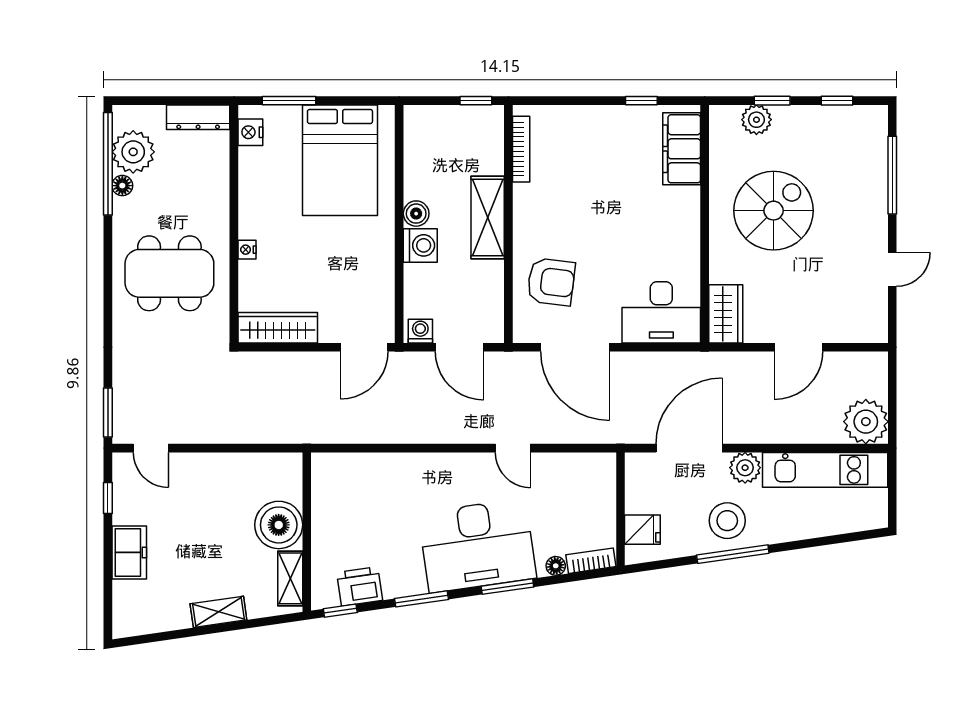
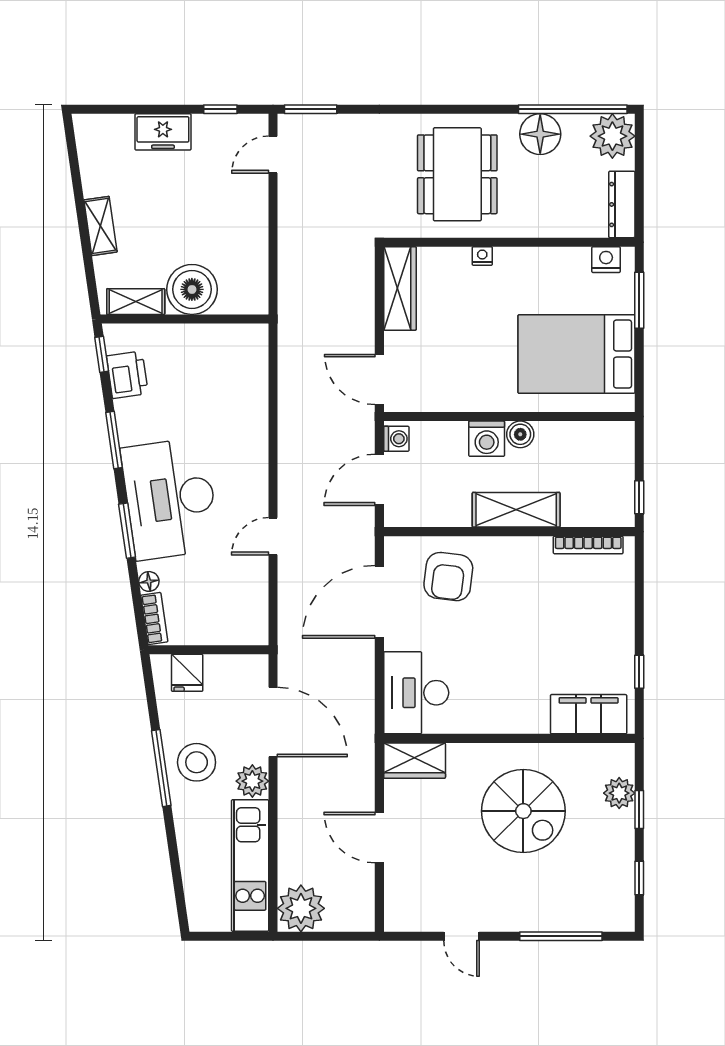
plant: (133, 152) -> (612, 136), moved
floor lamp: (122, 186) -> (540, 134), width x1.89, depth x1.89

